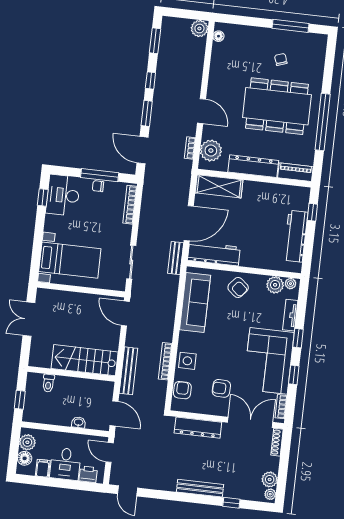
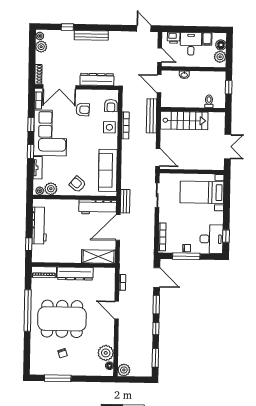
plant: (211, 151) -> (106, 353), moved

